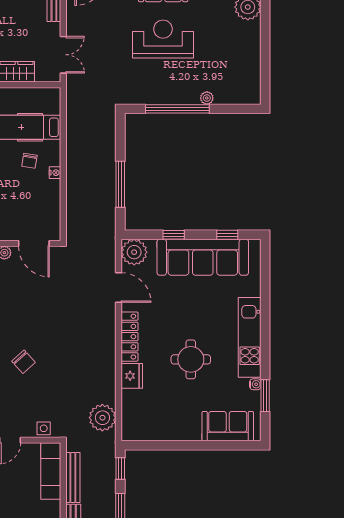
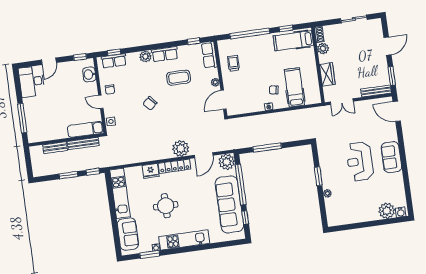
reception desk: (163, 39) -> (360, 161), turned 180
window: (177, 109) -> (318, 176), width x0.47
window: (174, 235) -> (241, 185), width x3.17
plant: (102, 418) -> (181, 148), moved
kitchen unit: (161, 430) -> (120, 193), added

